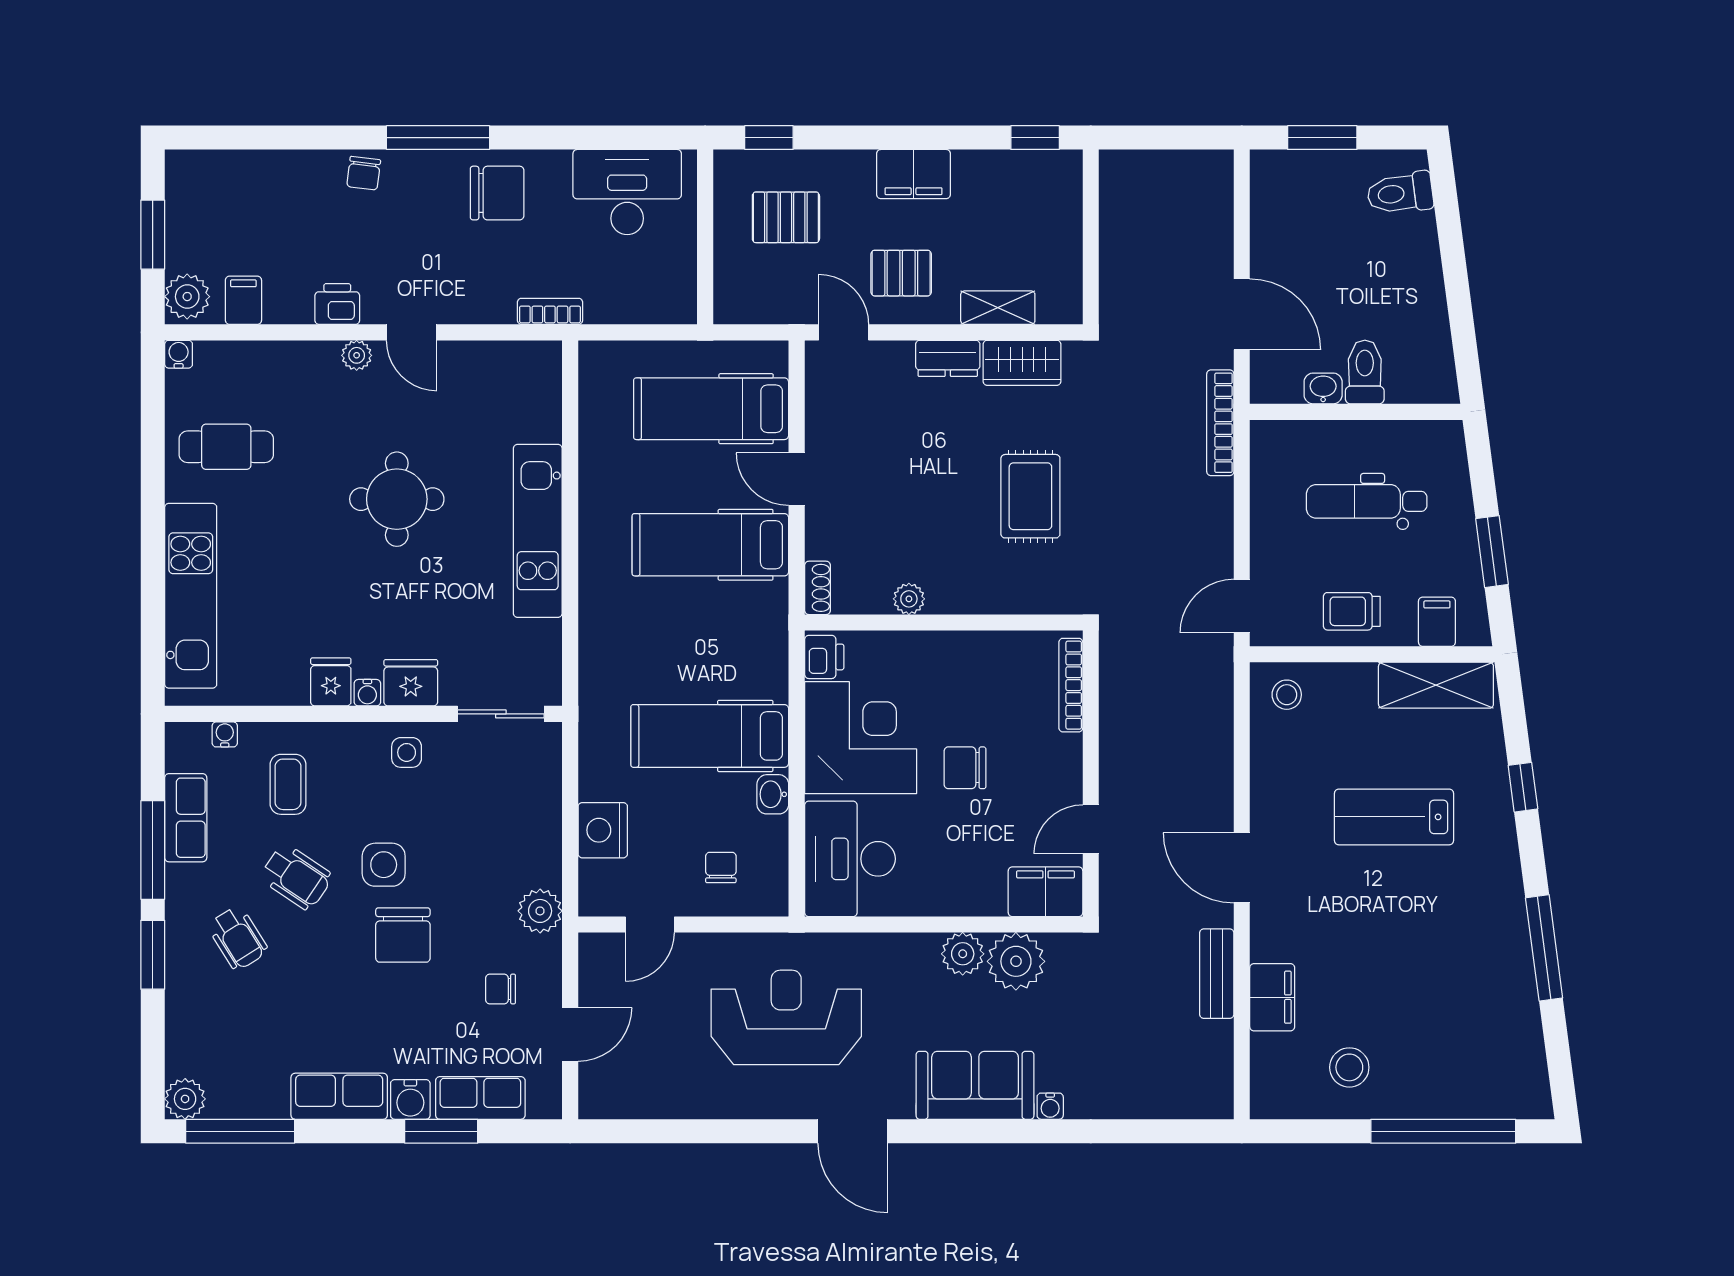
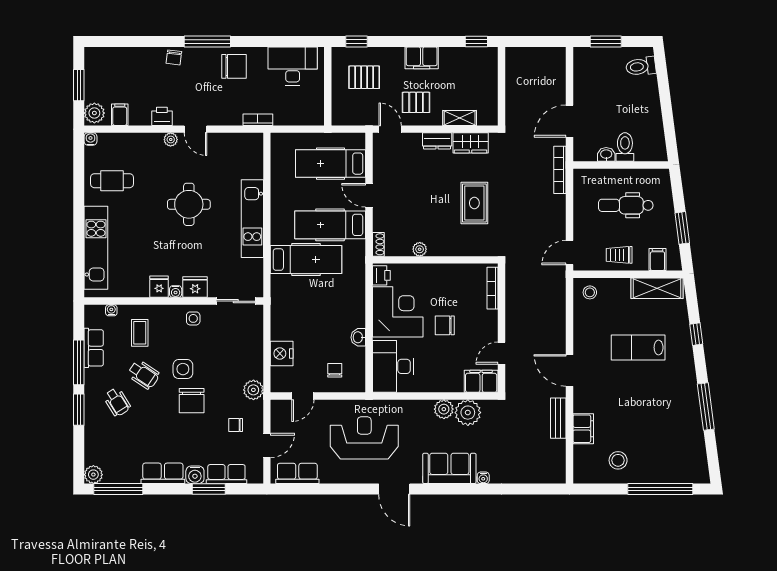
door: (1242, 314) -> (570, 121), swing flipped
hospital bed: (710, 736) -> (306, 260), moved, turned 180
row of seats: (638, 1097) -> (297, 473), added

